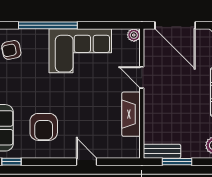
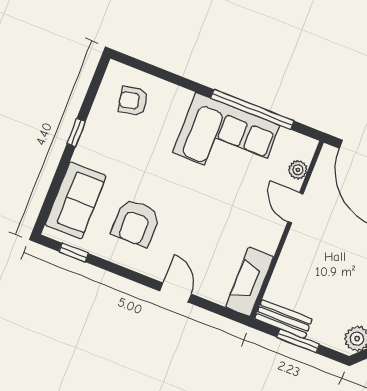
window: (48, 25) -> (252, 109), moved
plant: (134, 35) -> (298, 170), moved
fireplace: (131, 114) -> (250, 282), moved

